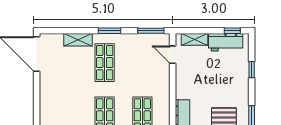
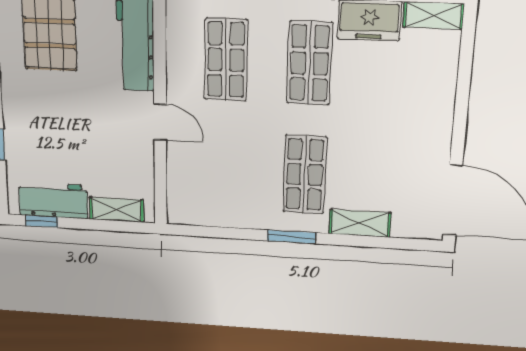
window: (151, 31) -> (205, 231), removed
door: (173, 55) -> (160, 122), moved

